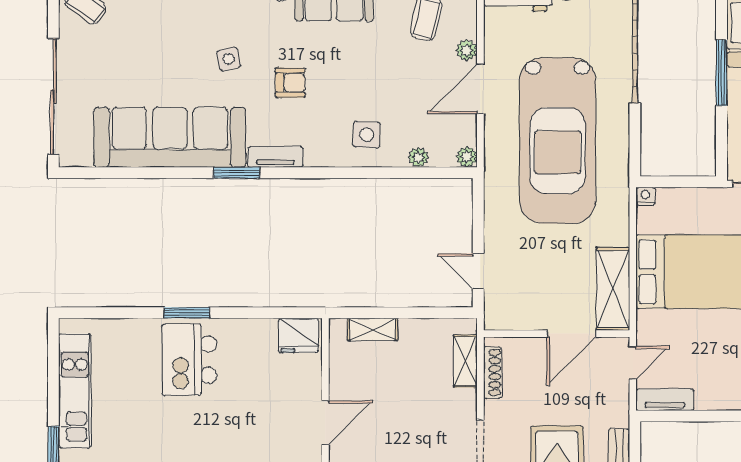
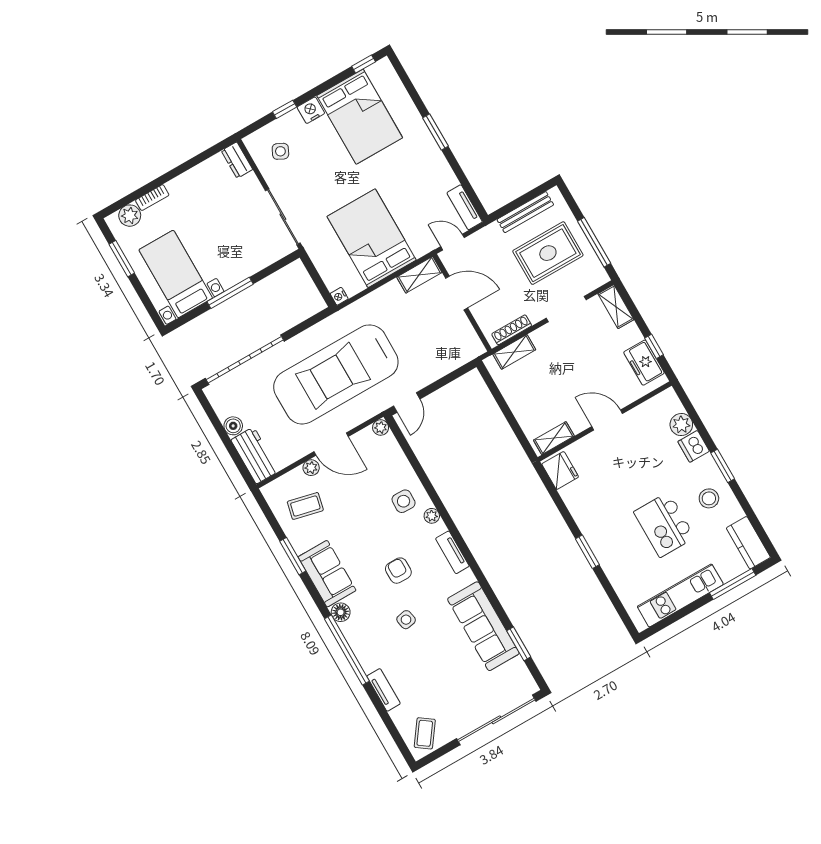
sofa: (170, 137) -> (483, 626), width x0.74, depth x0.79
car: (558, 141) -> (336, 374), turned 180
plant: (418, 157) -> (432, 516), moved
window: (237, 173) -> (519, 644), moved
door: (478, 271) -> (407, 402), moved
shelving: (613, 289) -> (419, 275), width x0.67, depth x0.75
shelving: (372, 329) -> (554, 438), moved, turned 90
kitchen island: (189, 360) -> (664, 525), moved, turned 90

